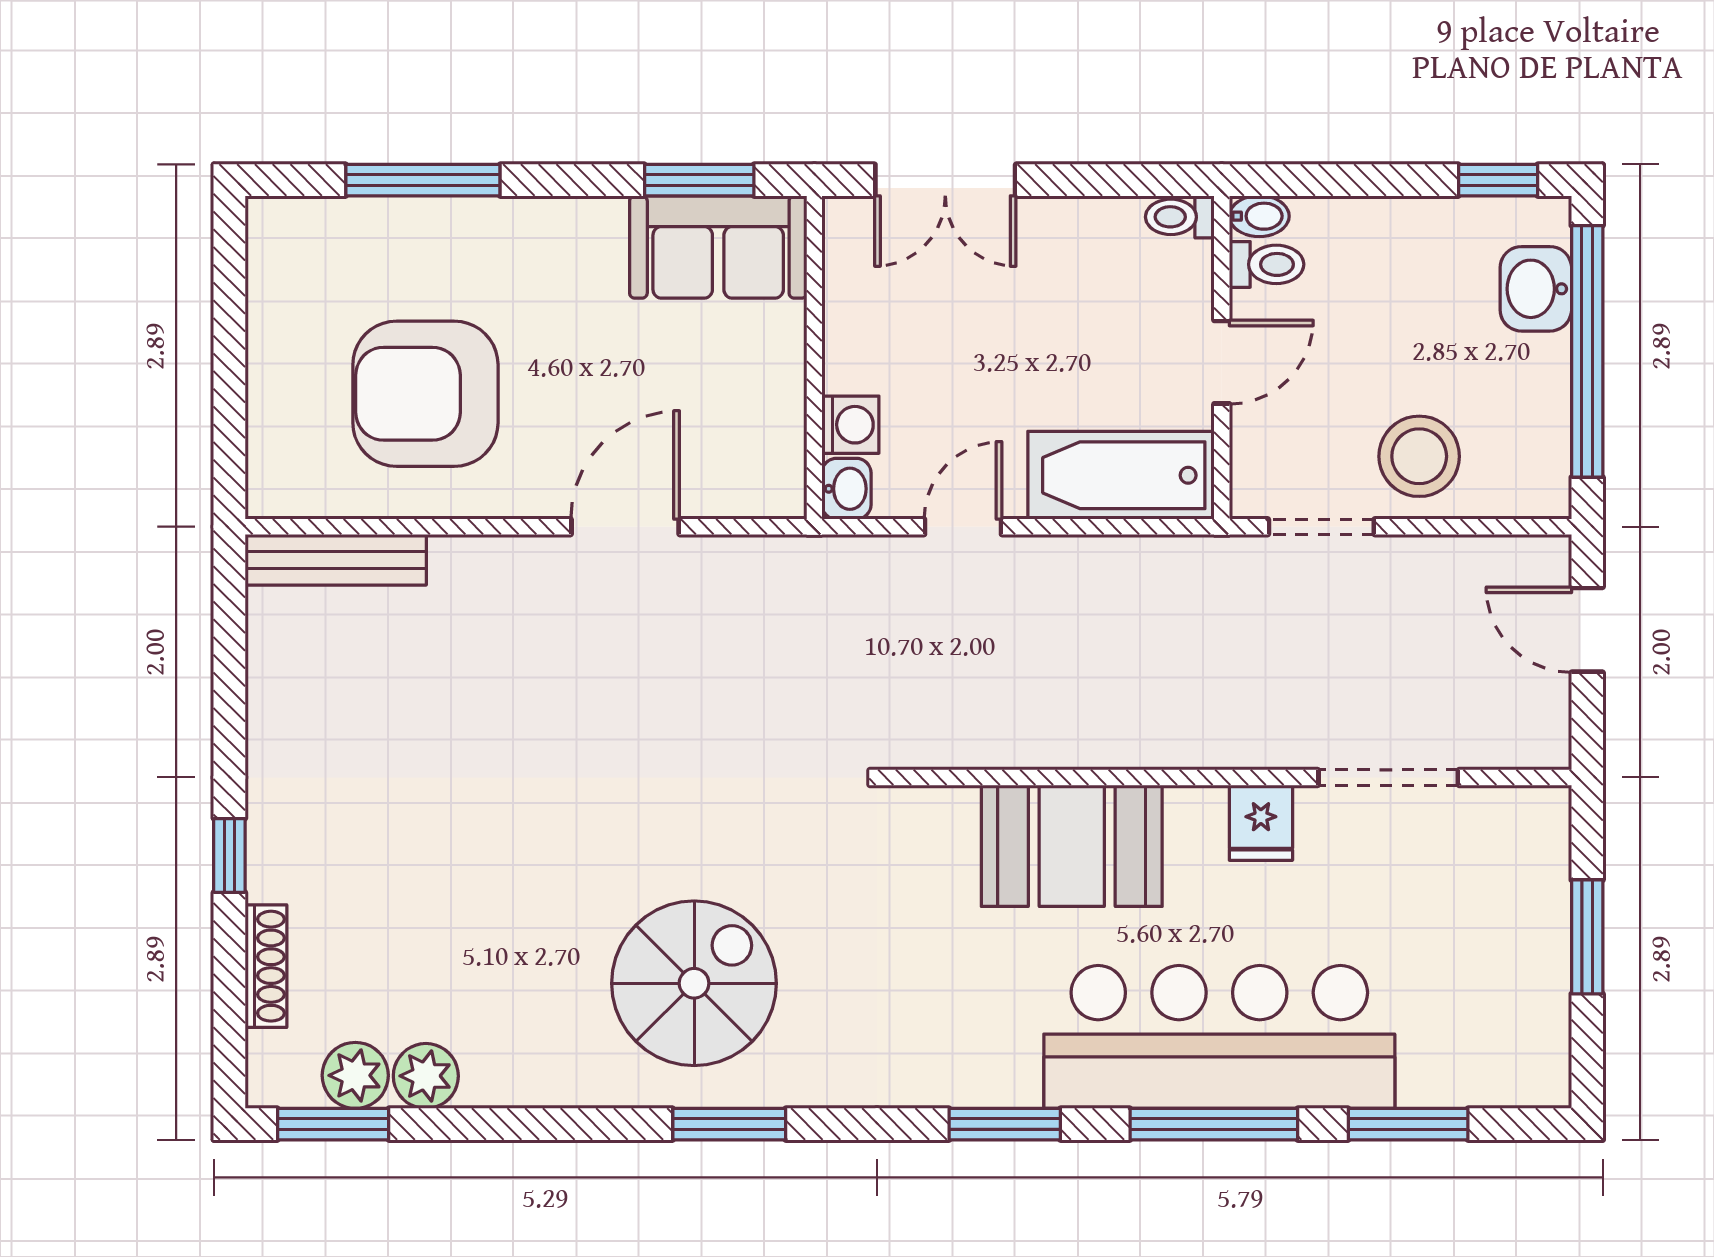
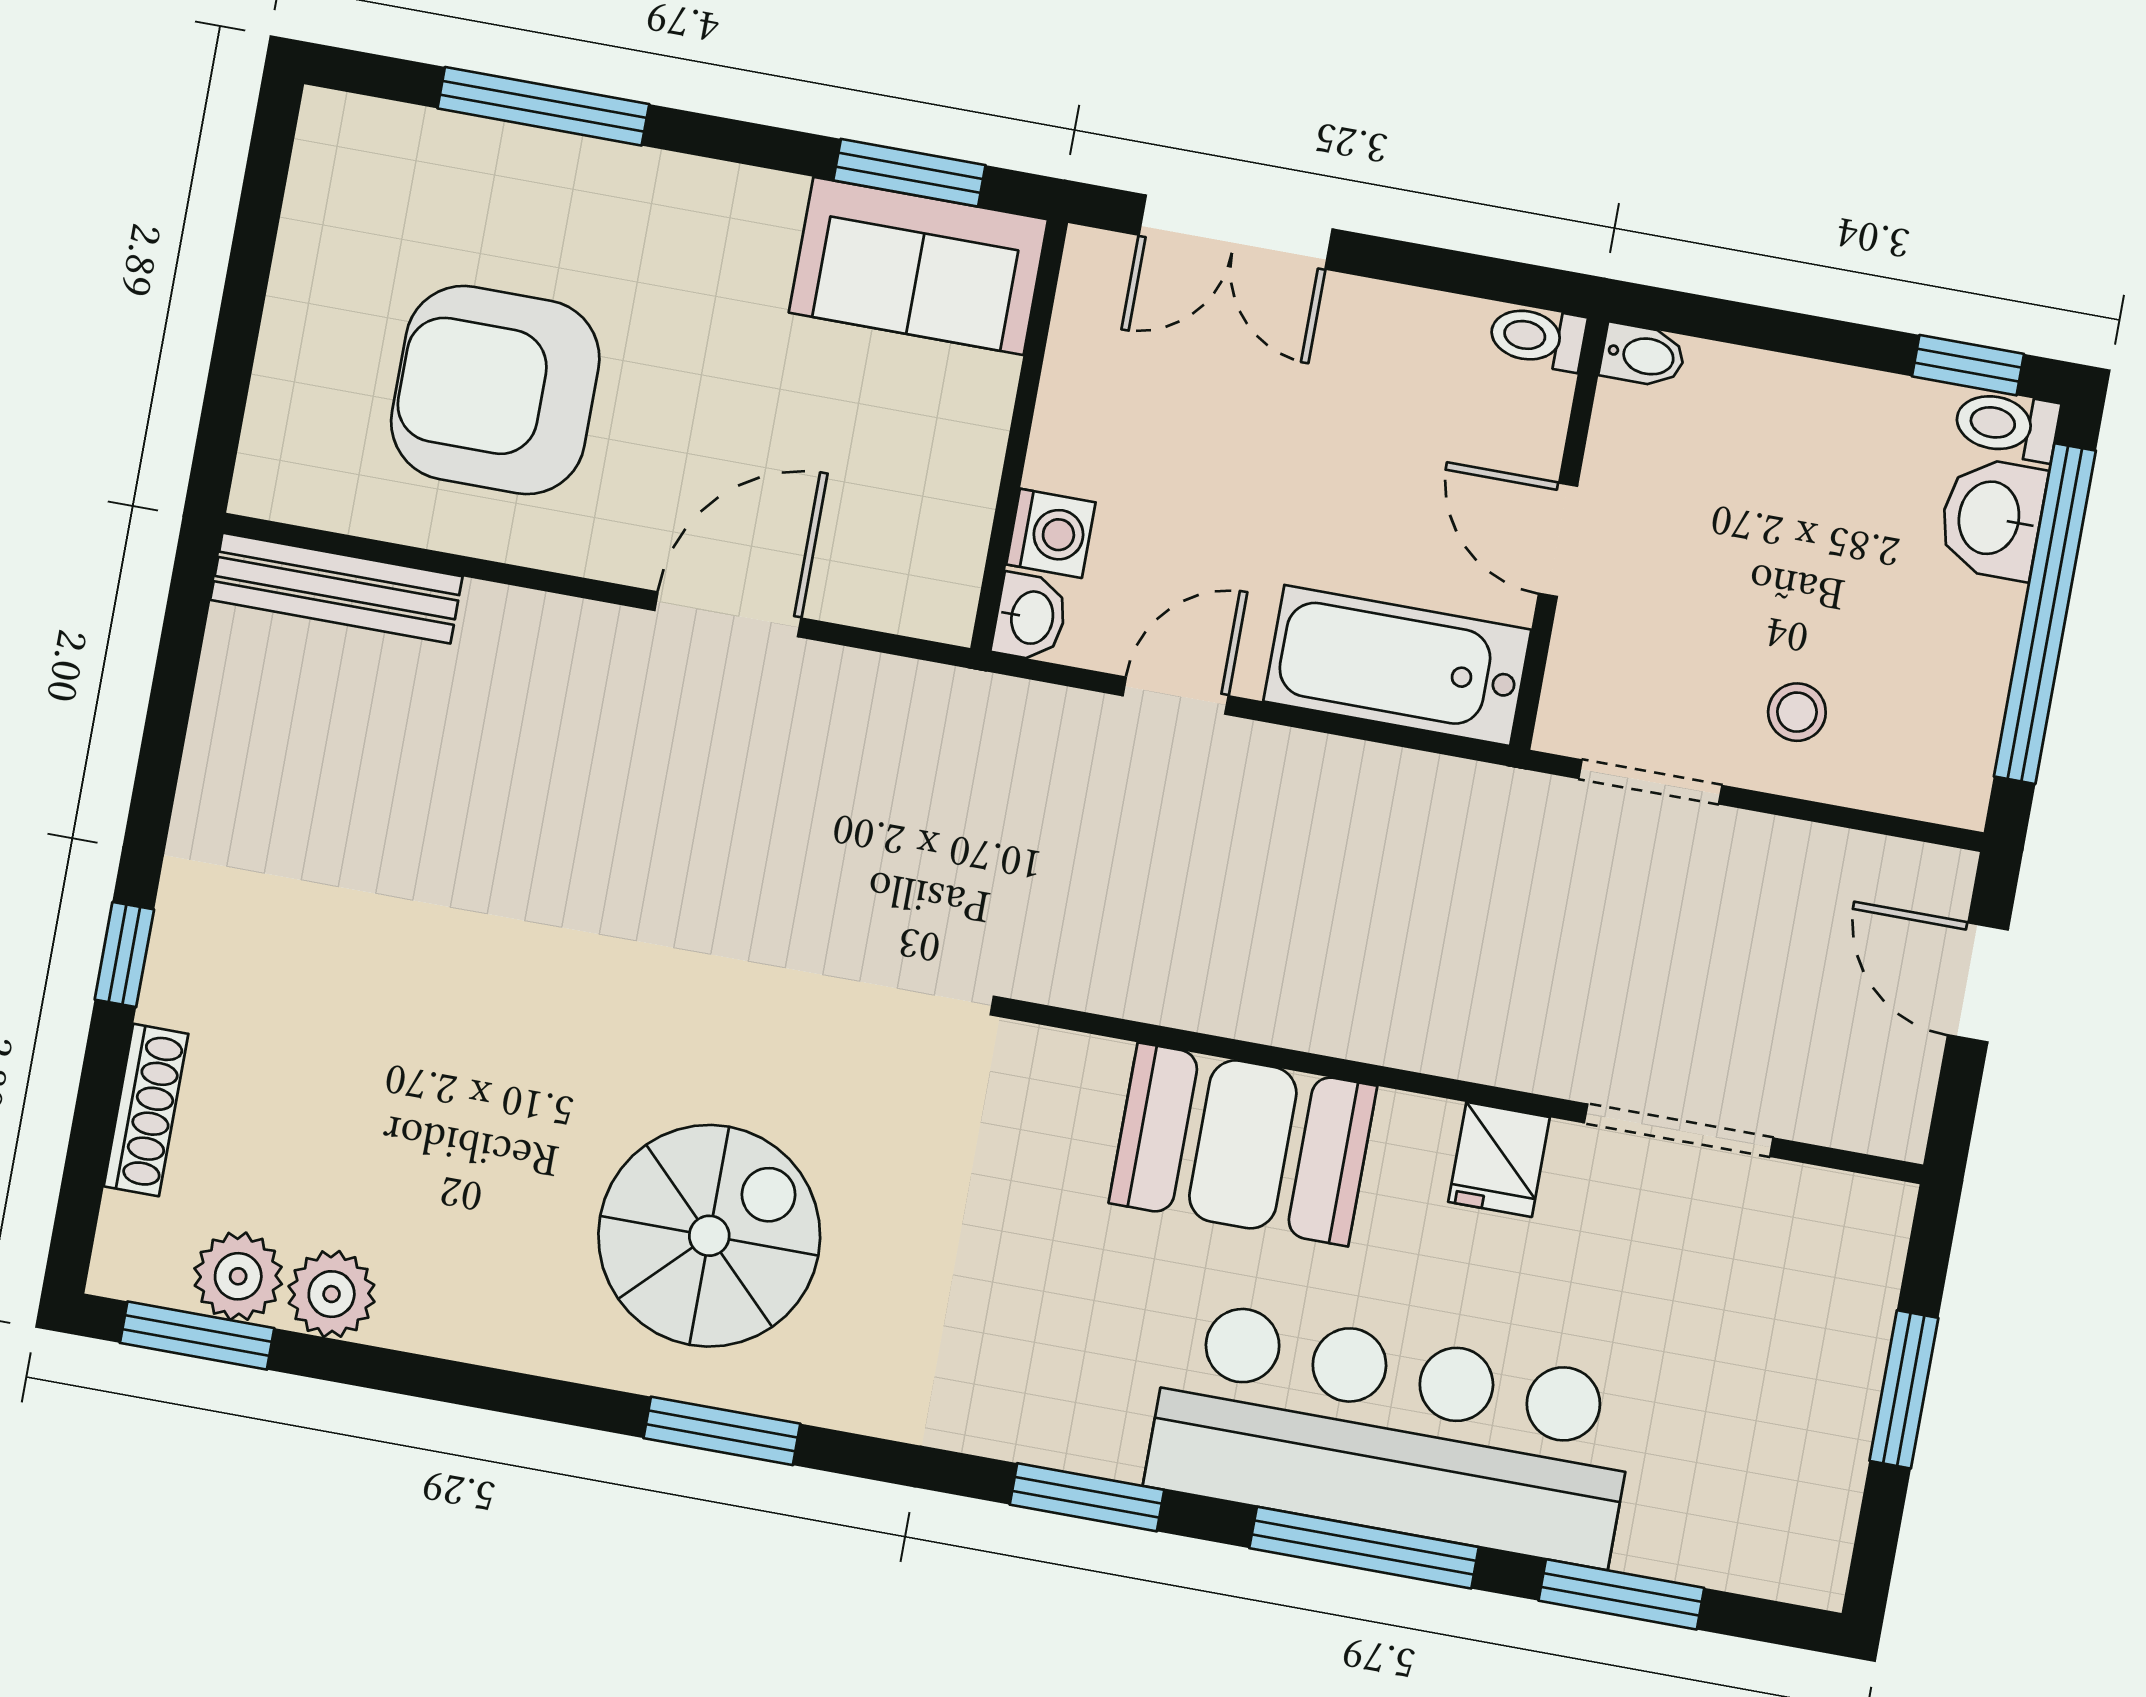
toilet: (1267, 264) -> (2007, 425), moved, turned 180
door: (1222, 362) -> (1558, 540), swing flipped
stool: (1419, 456) -> (1797, 712), width x0.53, depth x0.53

